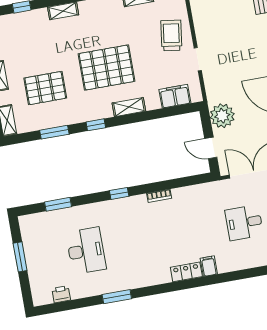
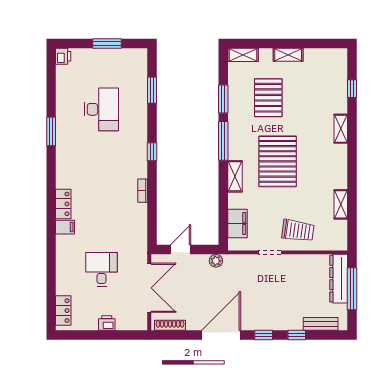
plant: (222, 116) -> (216, 261), width x0.53, depth x0.53
window: (96, 125) -> (223, 141), width x2.17
desk: (86, 251) -> (102, 109), turned -90
printer: (61, 294) -> (63, 56), moved

